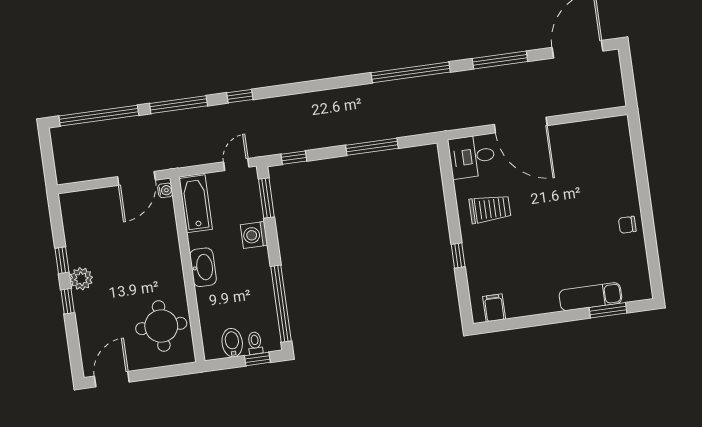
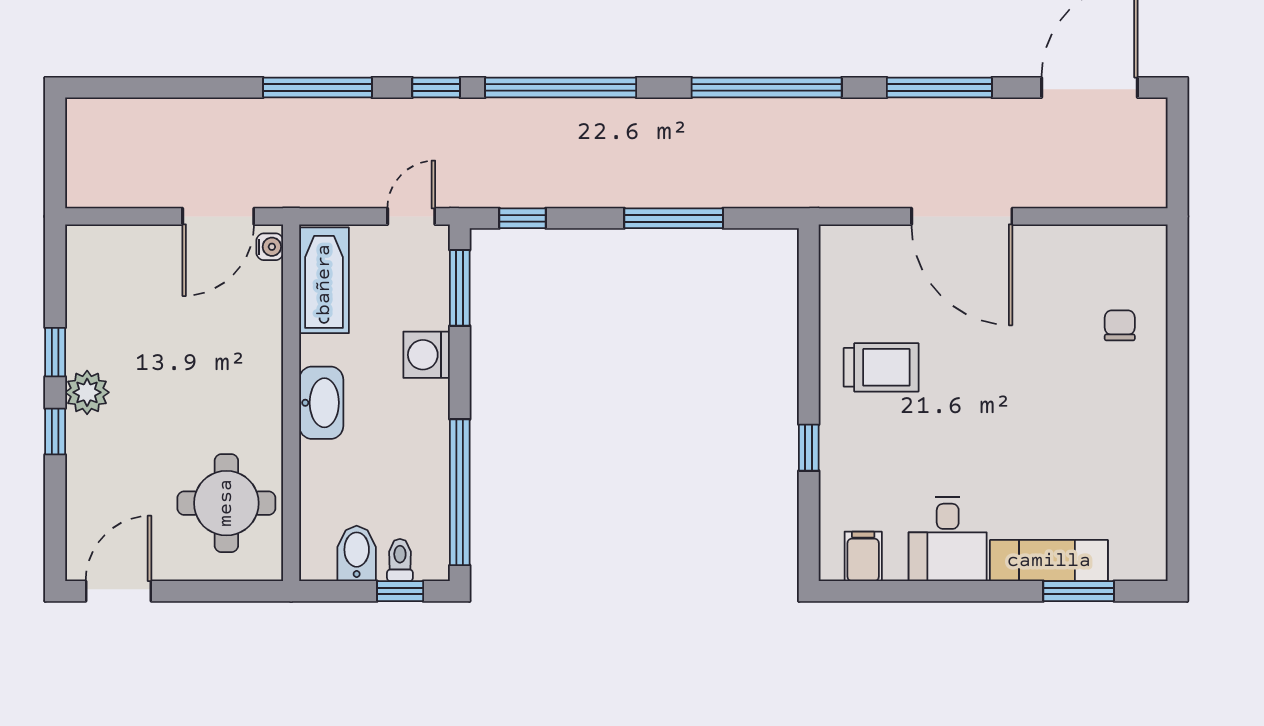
window: (99, 116) -> (561, 87), moved
desk: (472, 157) -> (948, 539), moved, turned -90
chair: (627, 225) -> (1120, 325), moved, turned 90

